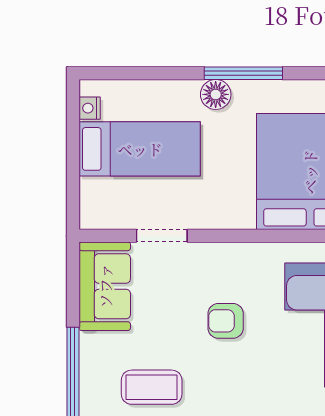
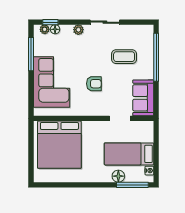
window: (243, 73) -> (132, 185), moved
floor lamp: (216, 94) -> (118, 176), moved

